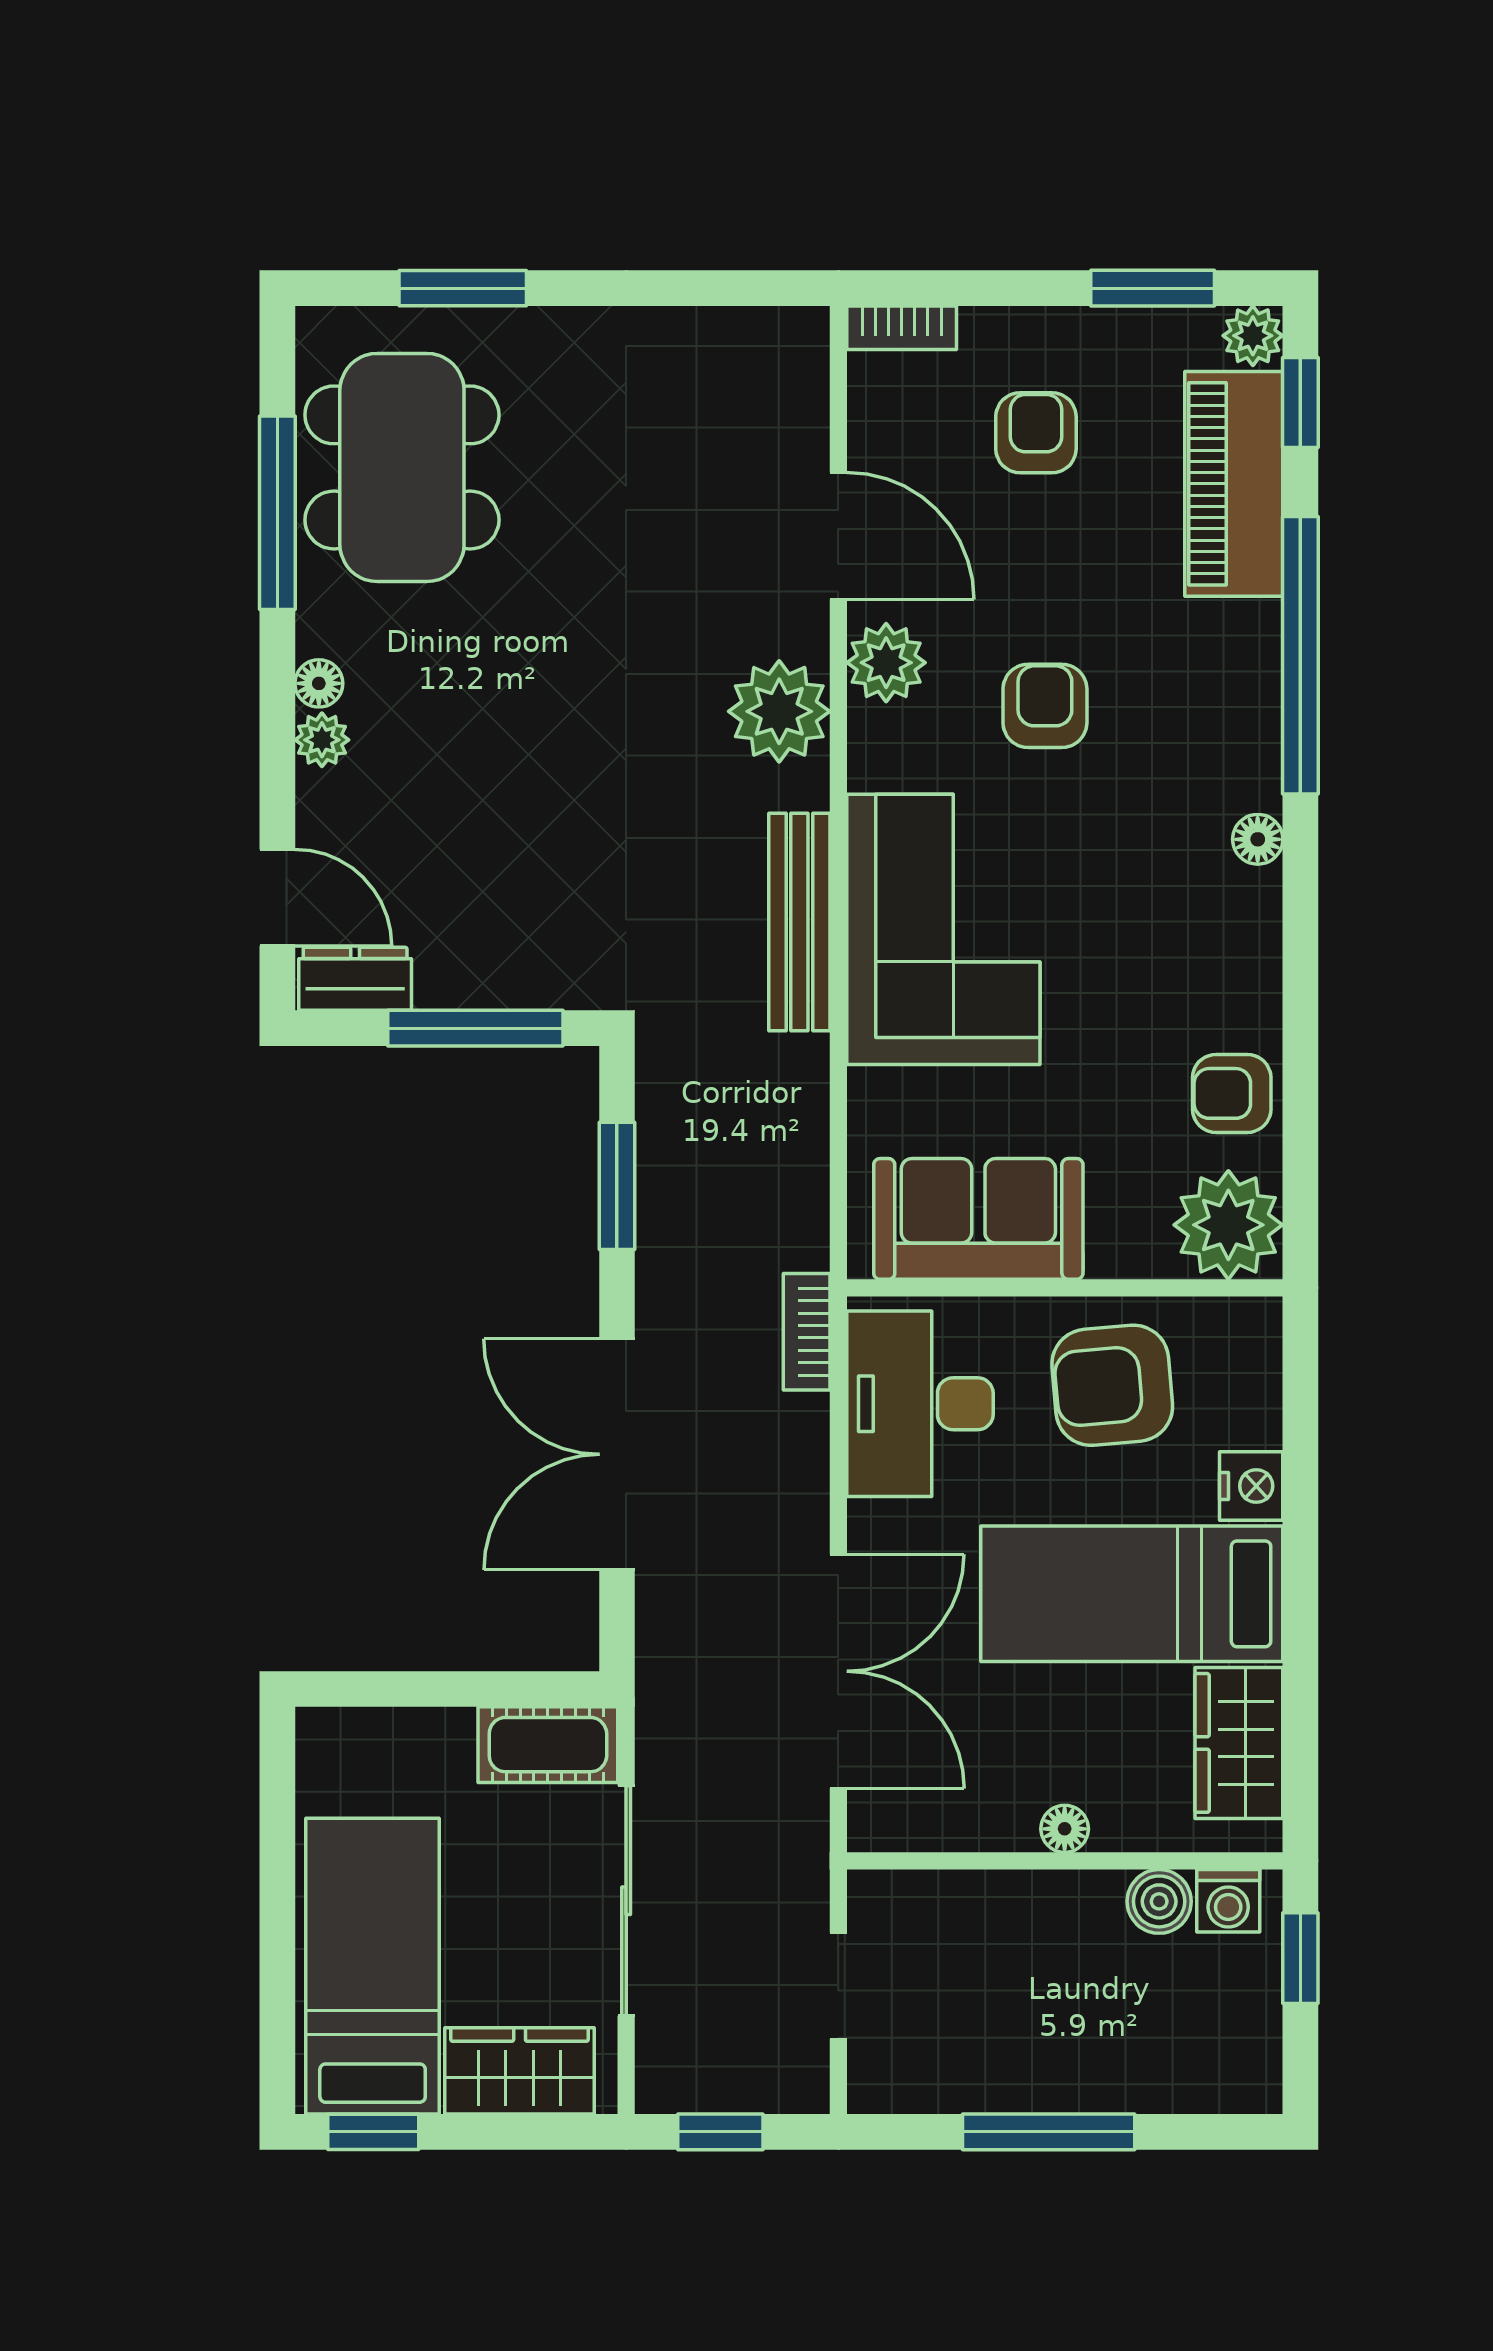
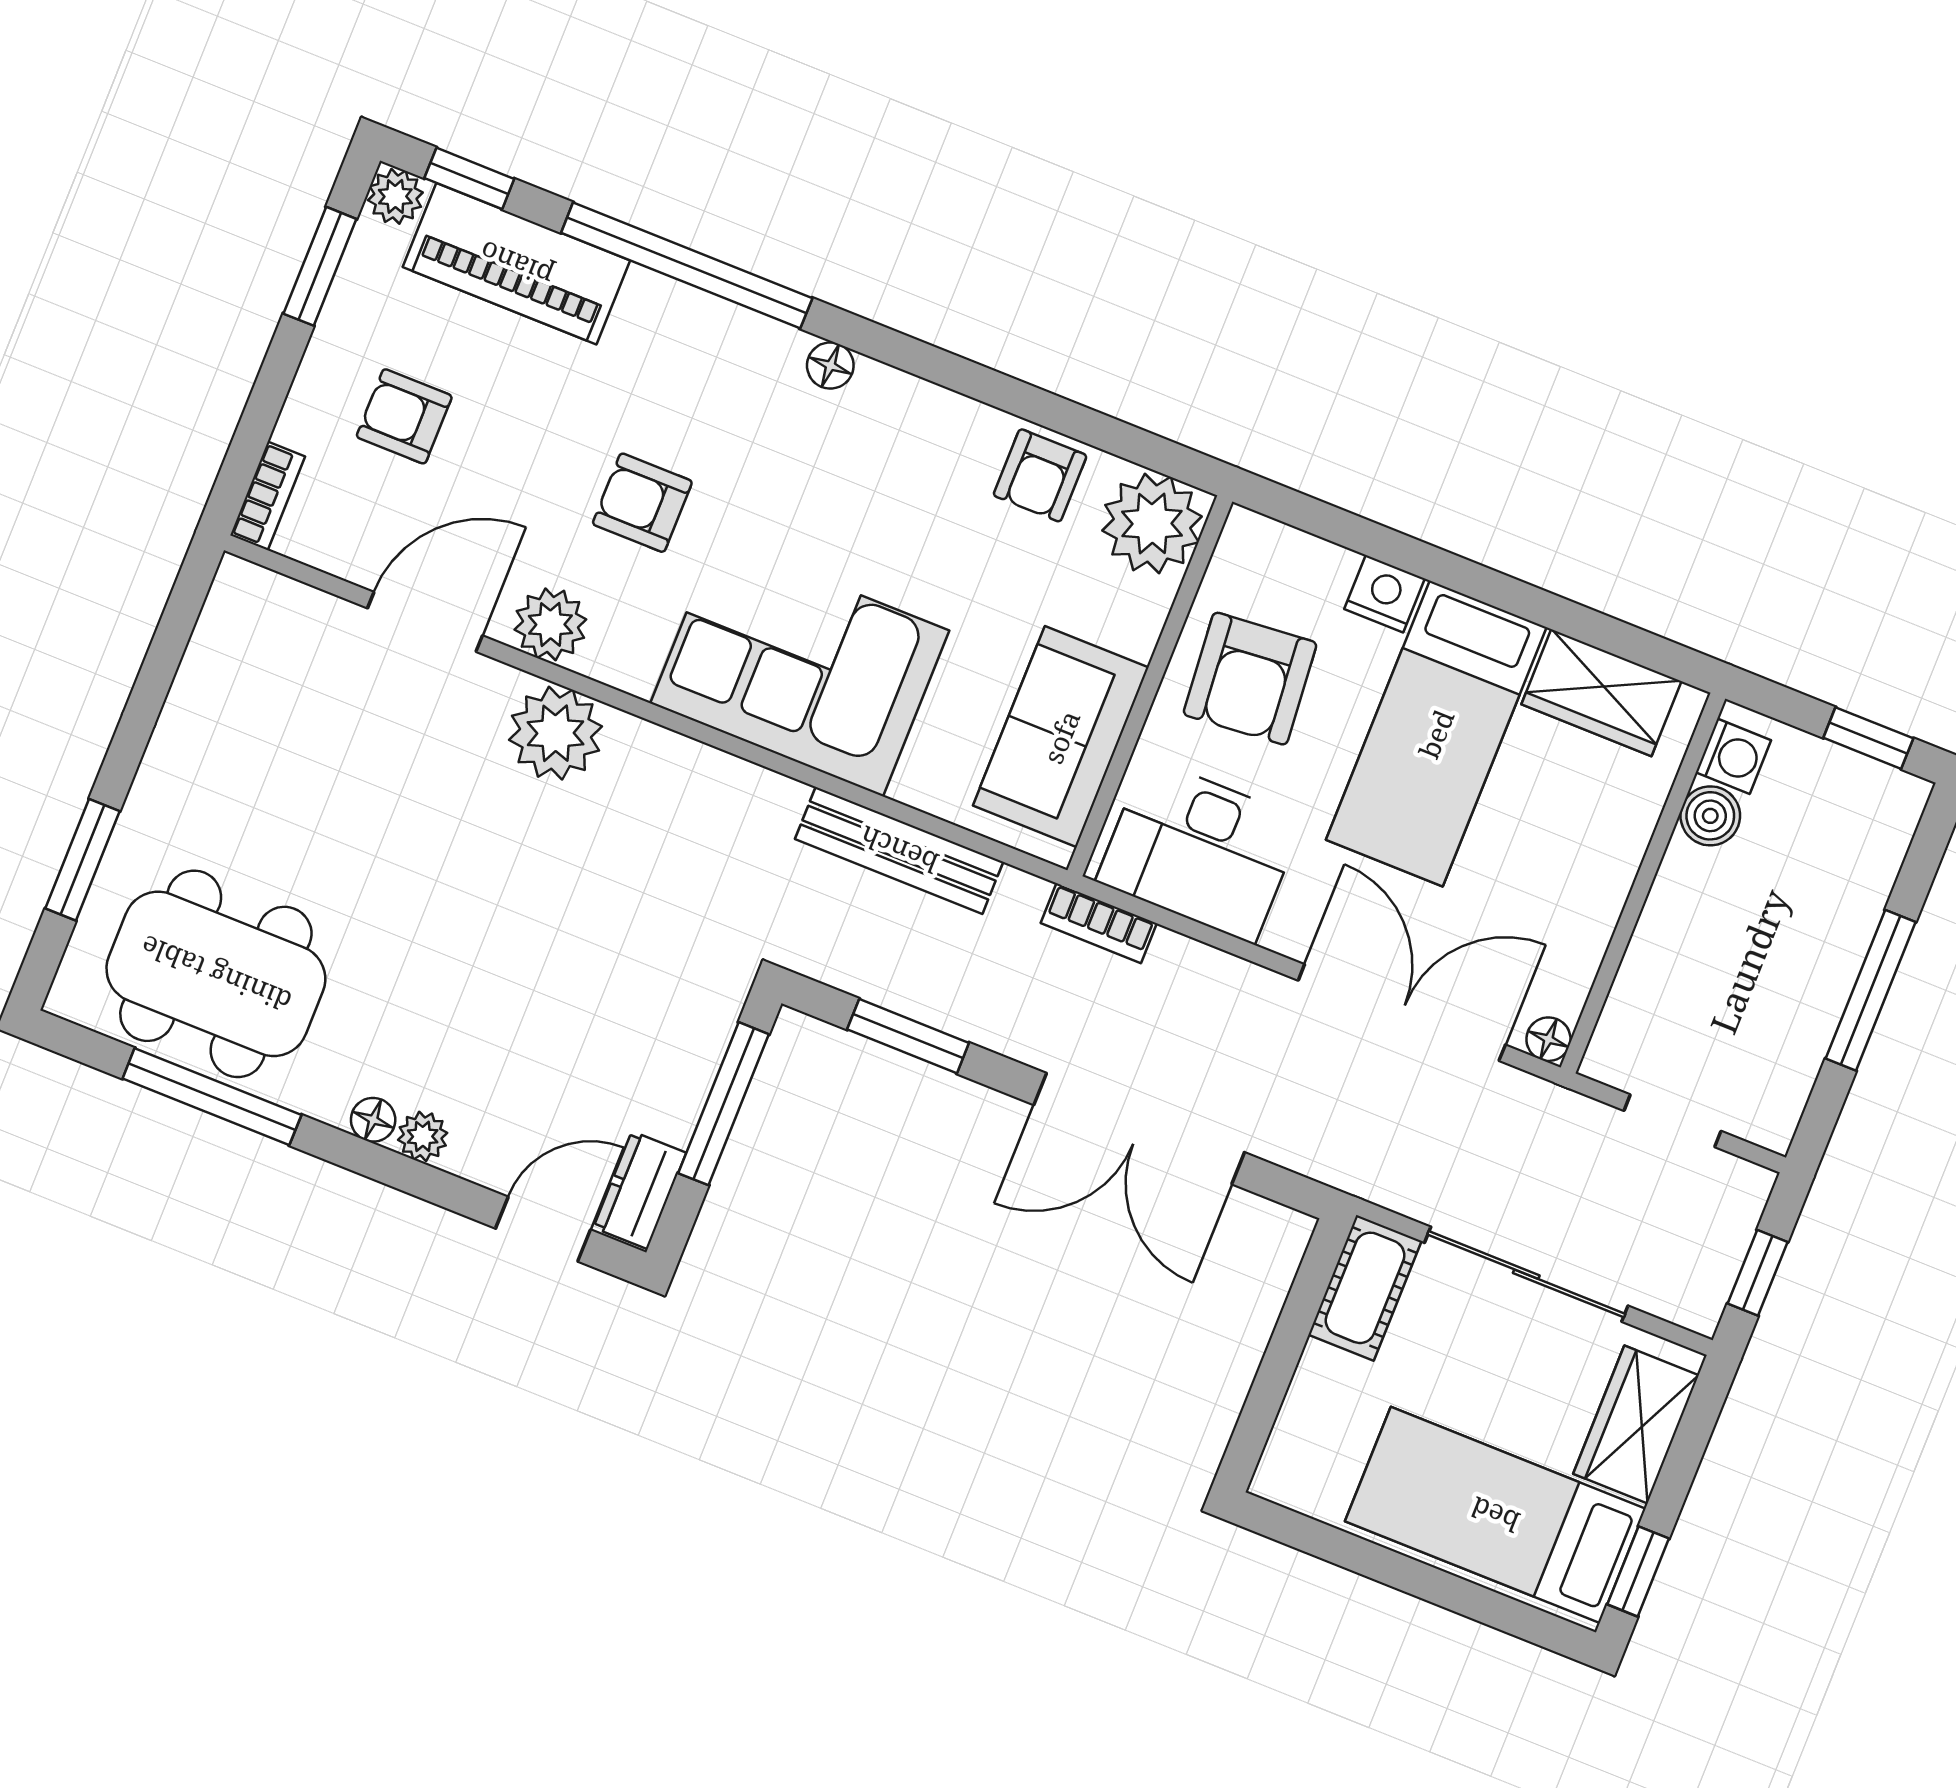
bench: (799, 922) -> (899, 850), moved
floor lamp: (1065, 1829) -> (1548, 1039), moved
window: (1300, 1958) -> (1868, 738), moved

